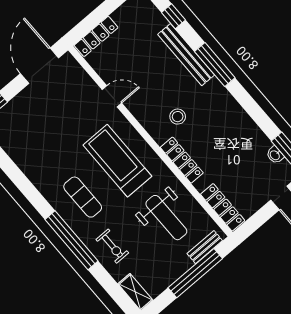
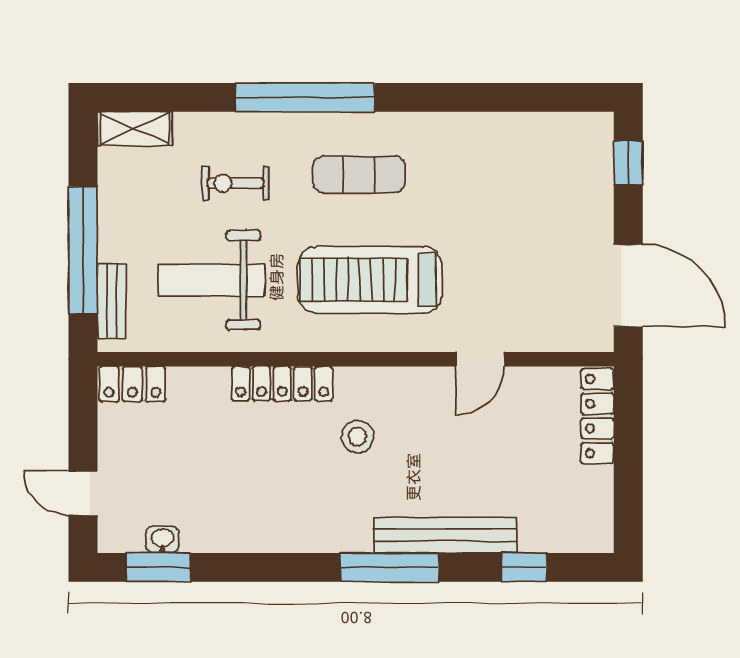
treadmill: (117, 161) -> (370, 280), turned 180
locker: (223, 207) -> (132, 384), width x0.66
exercise bike: (112, 246) -> (236, 183), moved

